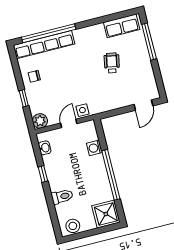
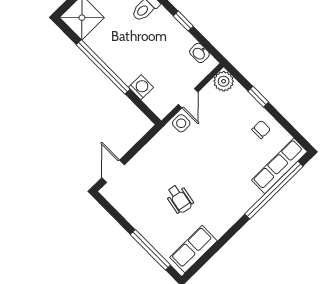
row of seats: (44, 45) -> (279, 166), width x0.73

